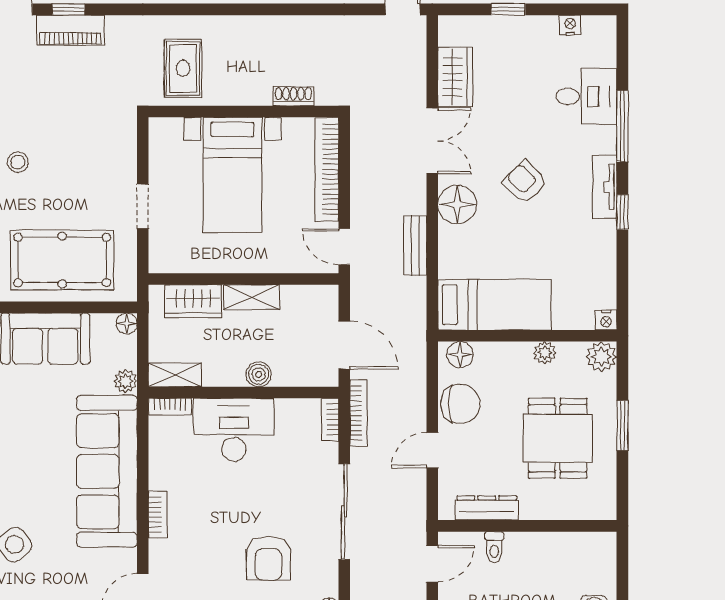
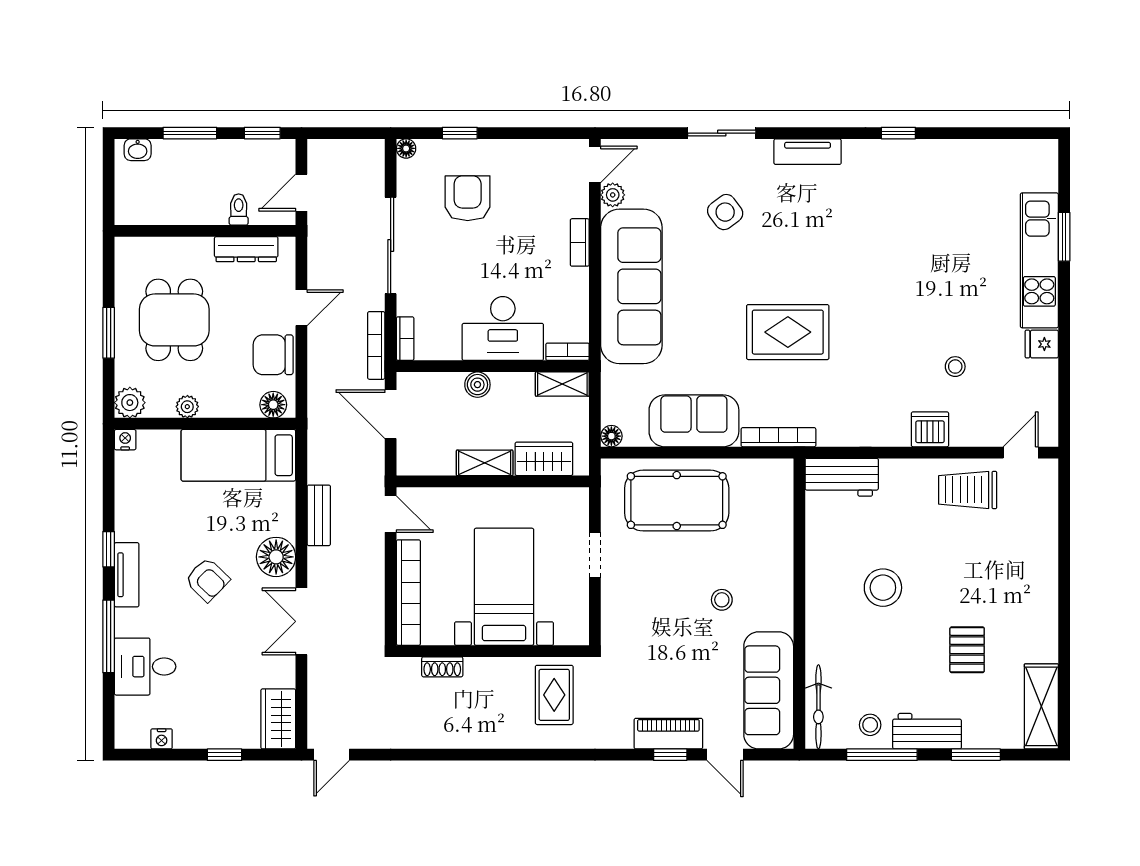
wardrobe: (455, 77) -> (278, 719), moved
plant: (125, 381) -> (613, 195), moved

